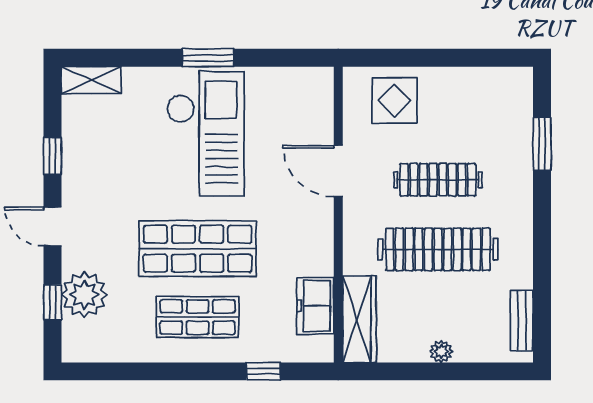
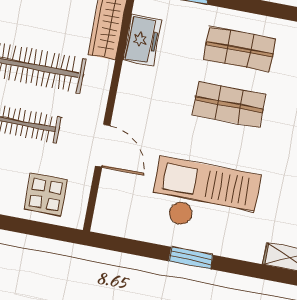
checkout: (205, 134) -> (205, 197), turned 90
shop shelf: (198, 249) -> (229, 105), width x0.70, depth x0.74

